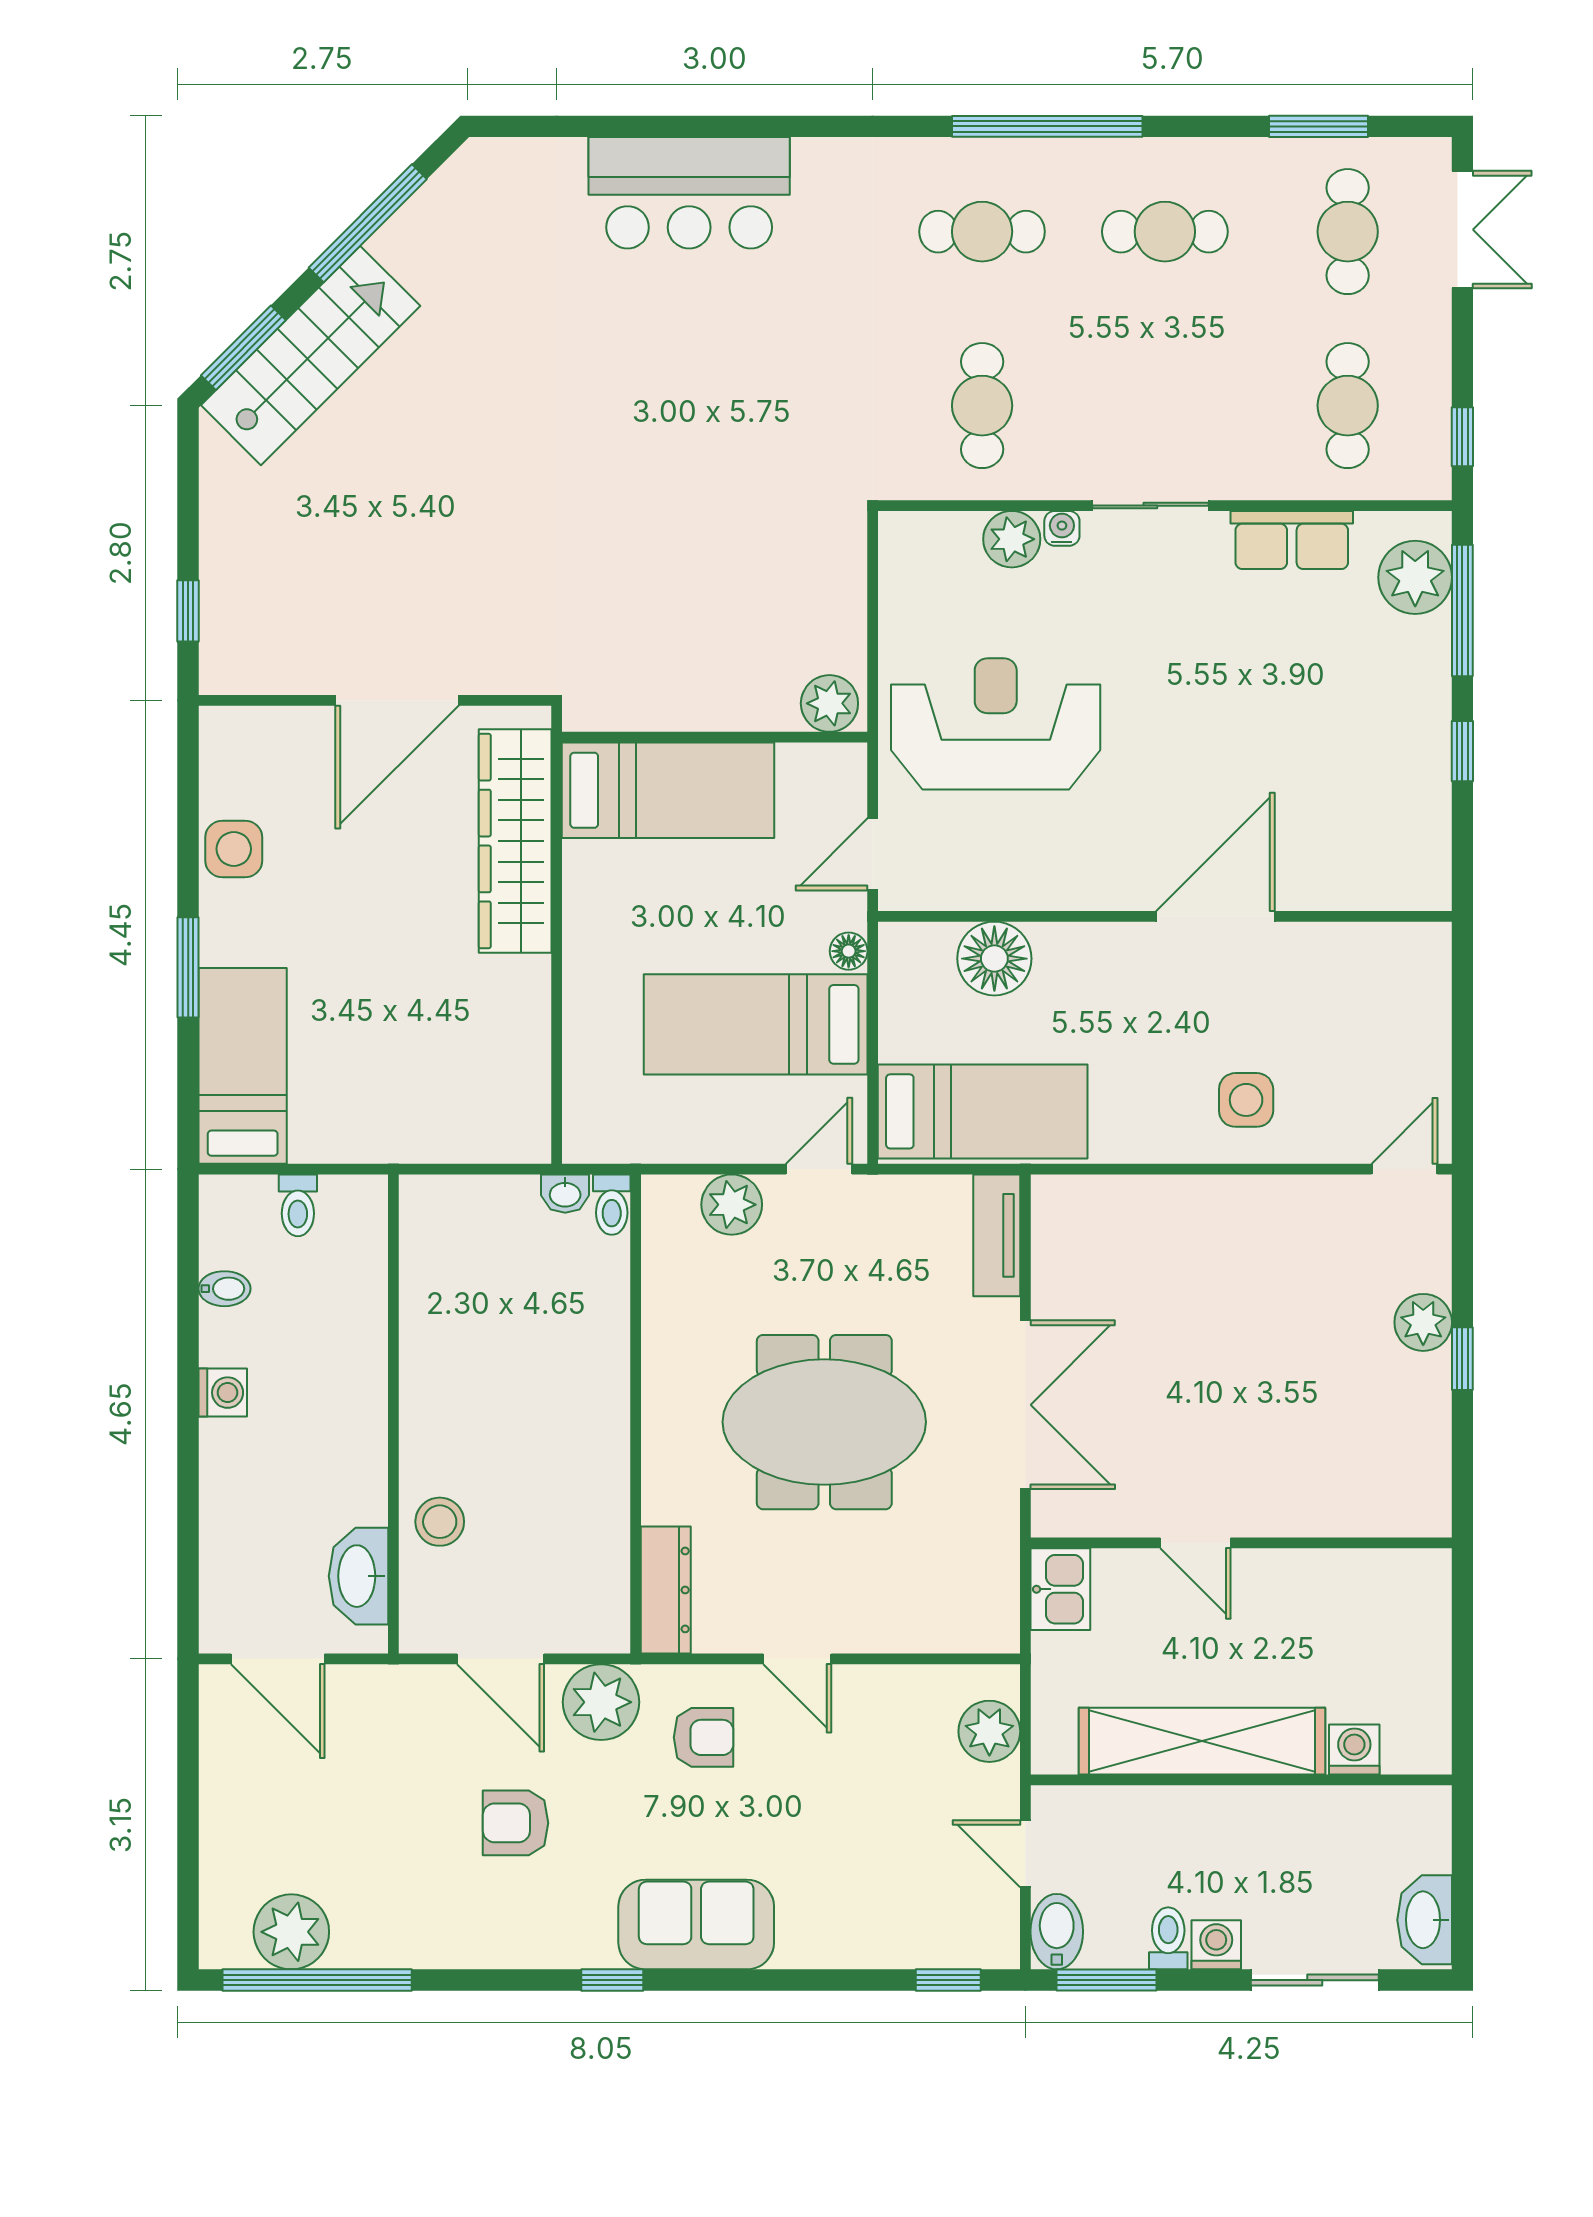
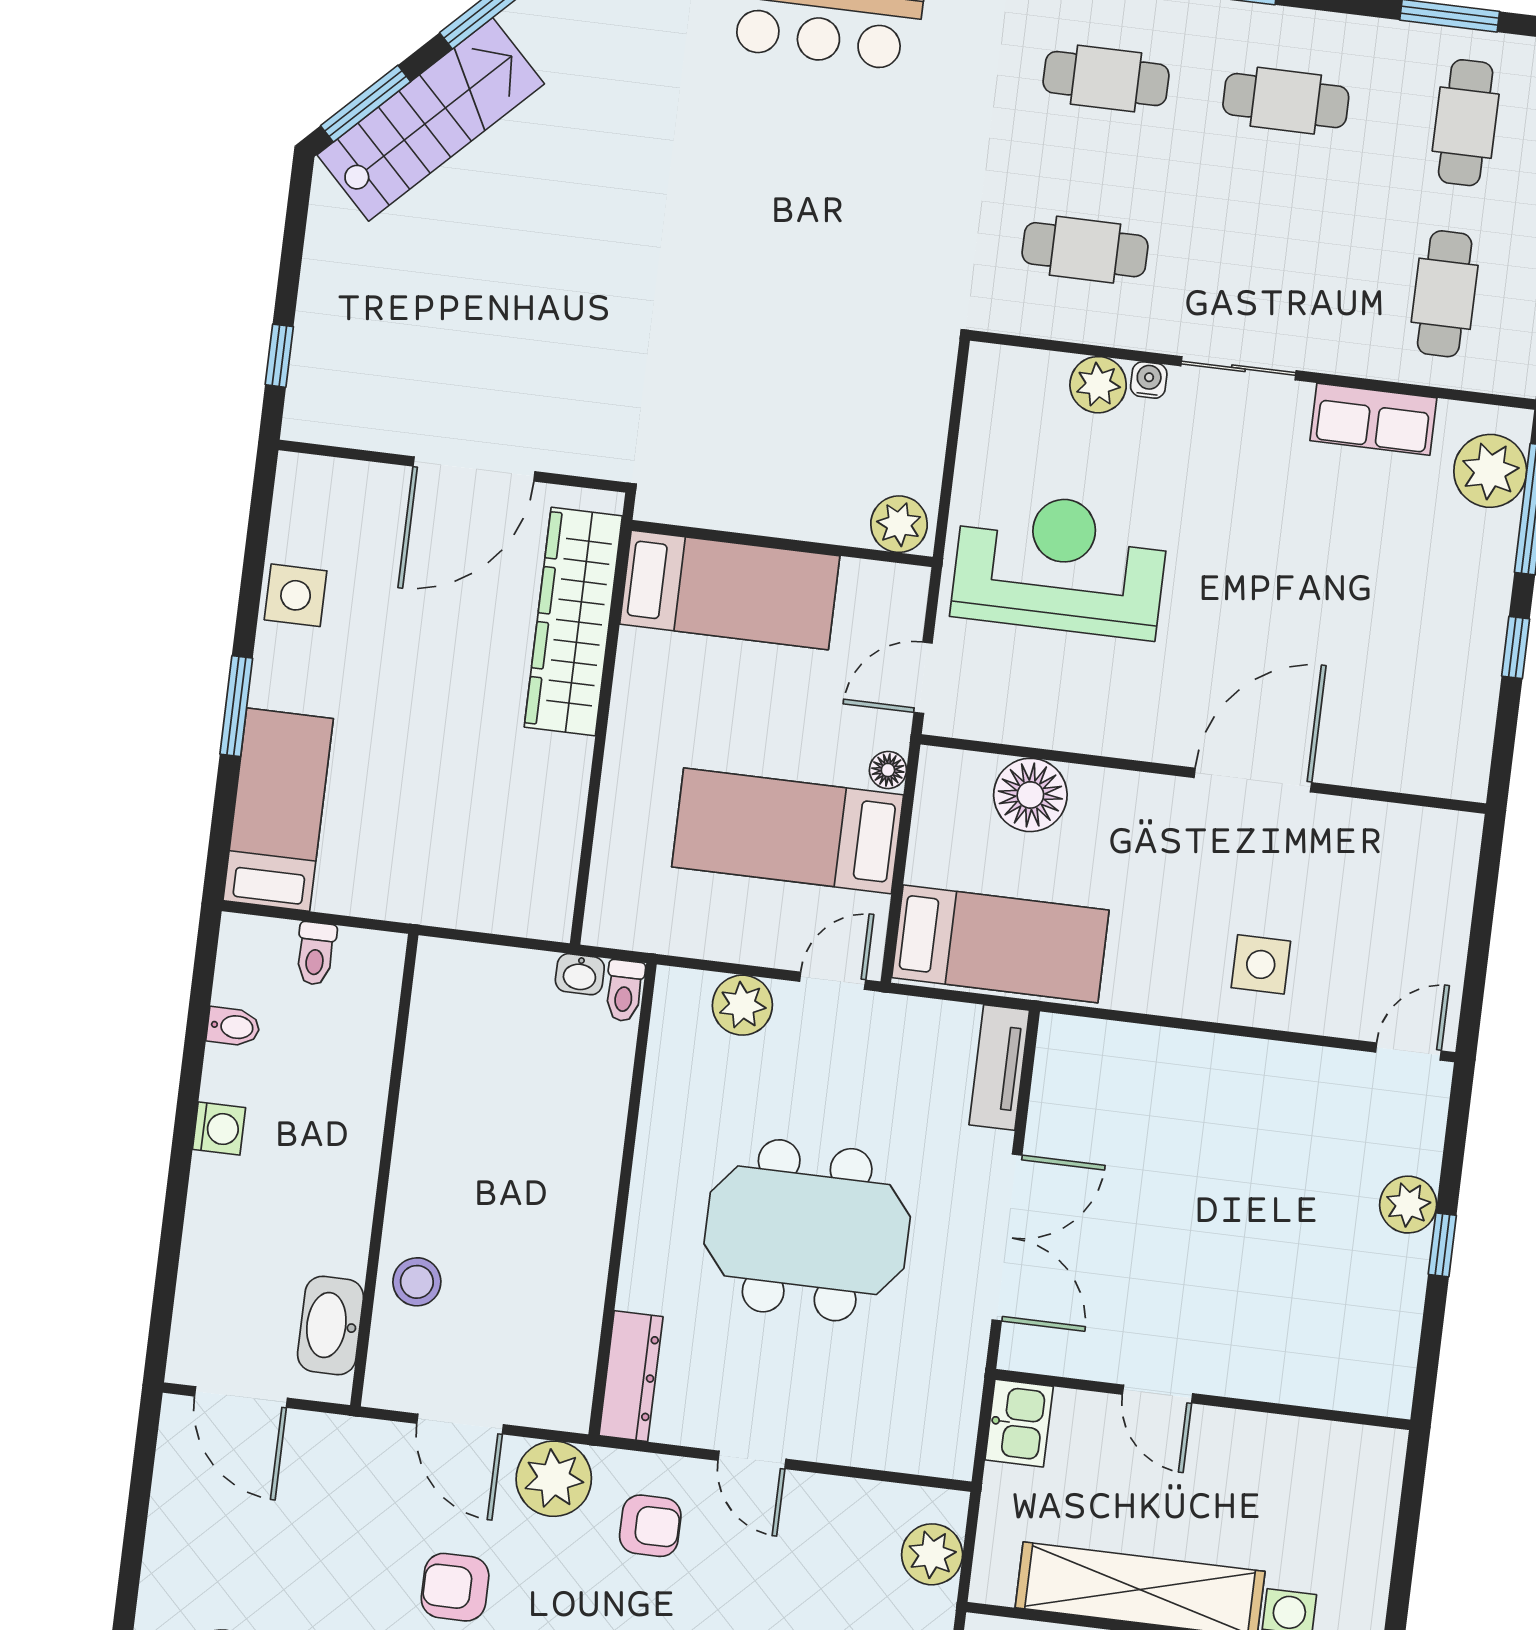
cafe table: (982, 406) -> (1085, 250), turned 90

